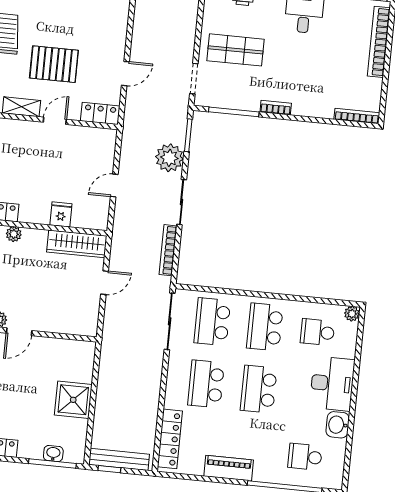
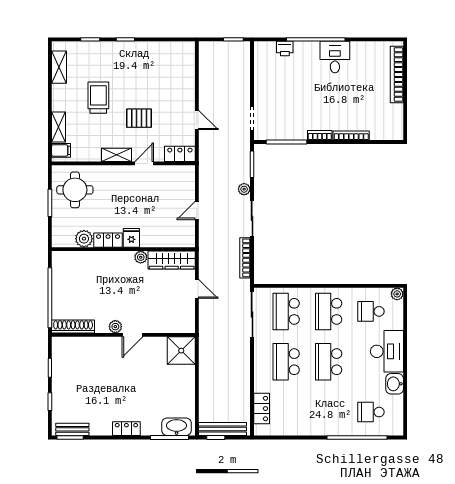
shop shelf: (236, 50) -> (283, 92), removed
pallet: (54, 64) -> (139, 118), width x0.67, depth x0.71
door: (125, 74) -> (197, 120), hinge flipped
bookcase: (357, 116) -> (351, 135), moved
plant: (169, 158) -> (244, 189), width x0.53, depth x0.53
fridge: (61, 214) -> (131, 238), moved
plant: (14, 234) -> (141, 257), moved
door: (105, 283) -> (197, 289), hinge flipped
shower: (73, 400) -> (181, 351), moved
locker: (170, 439) -> (262, 409), width x0.66
washbasin: (53, 454) -> (177, 427), width x1.91, depth x1.45
piano: (229, 468) -> (311, 427), removed

